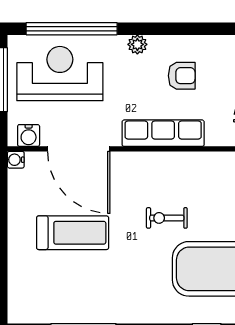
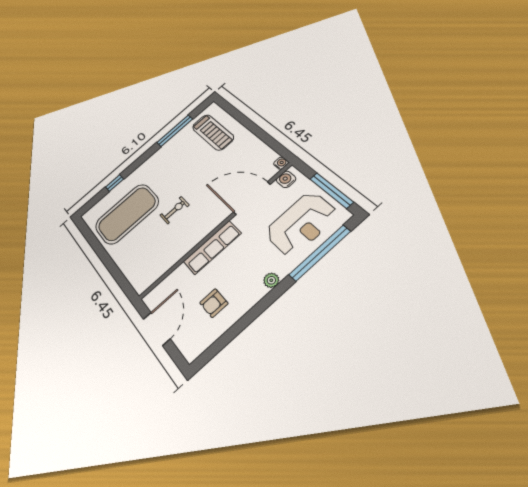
armchair: (182, 76) -> (214, 303), moved
treadmill: (73, 233) -> (213, 132), moved, turned -90

